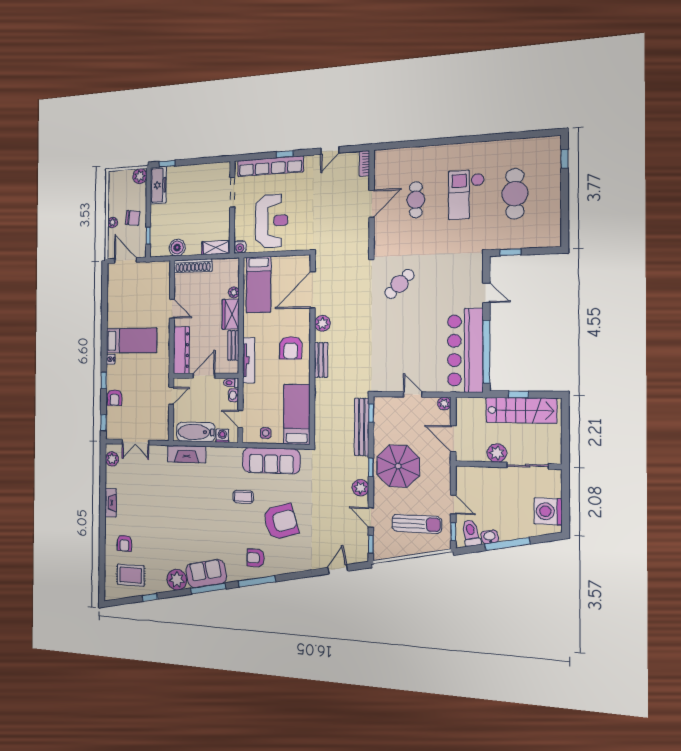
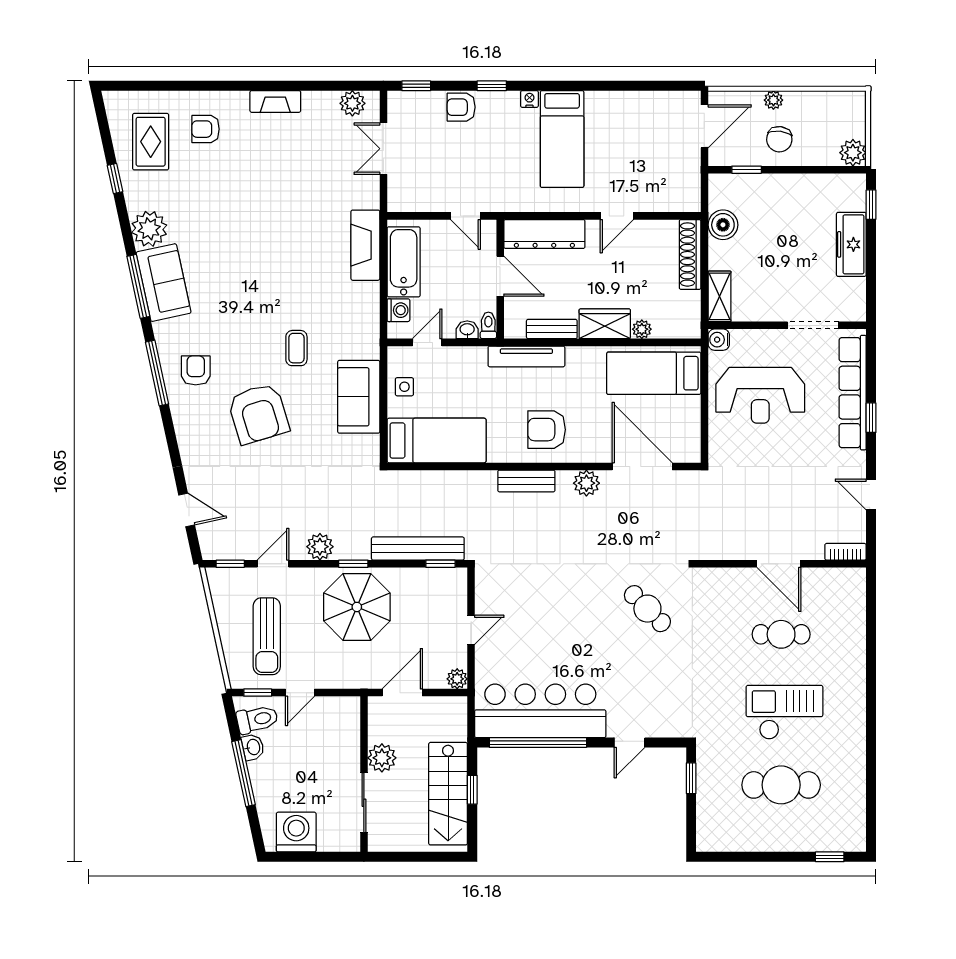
freezer: (158, 185) -> (851, 244), moved, turned 90
sofa: (271, 461) -> (359, 397), width x0.73

